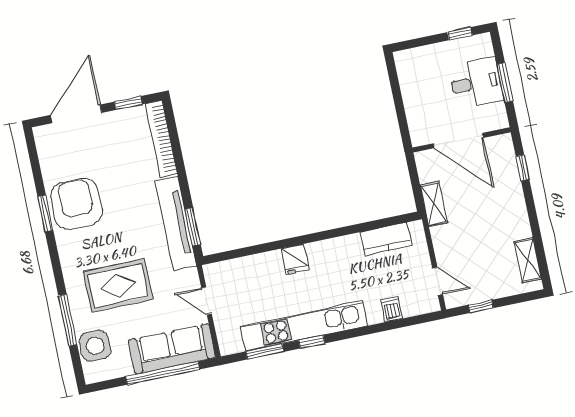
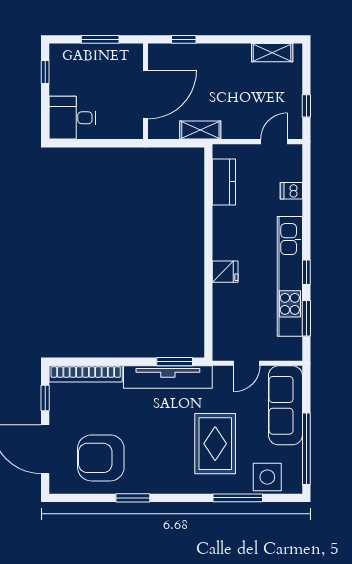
desk: (476, 83) -> (72, 118), moved, turned -90
armchair: (76, 204) -> (101, 458), moved
window: (163, 373) -> (306, 449), moved

